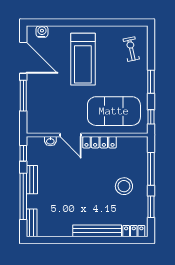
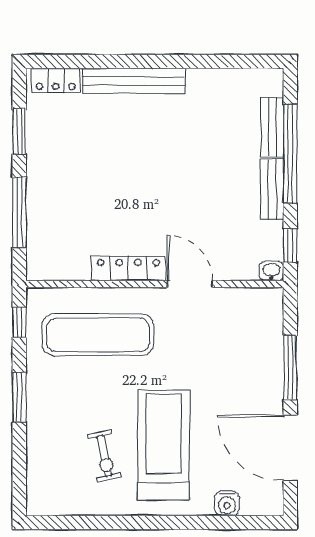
water cooler: (42, 32) -> (227, 503), moved
exercise bike: (131, 49) -> (105, 456), moved
exercise mat: (114, 111) -> (98, 335), width x0.68
washbasin: (50, 141) -> (271, 271), moved
stool: (124, 186) -> (76, 175), removed
bench: (32, 223) -> (272, 127), moved

